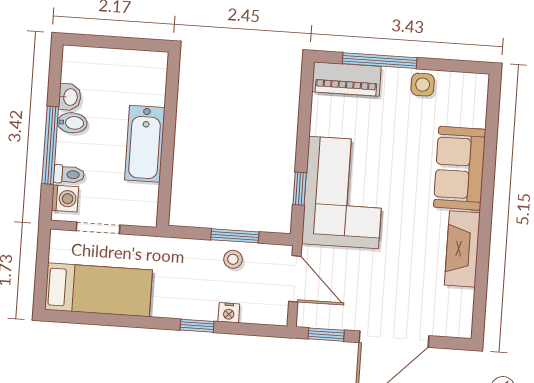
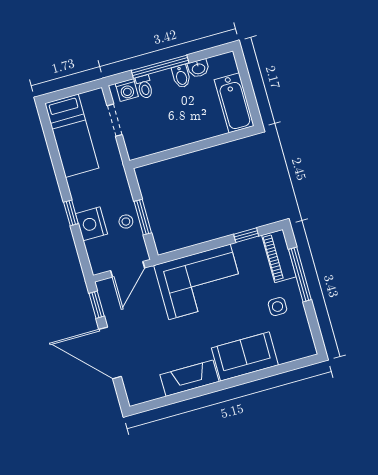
side table: (423, 85) -> (277, 307), moved
bathtub: (145, 144) -> (234, 103), moved, turned -90
window: (300, 189) -> (246, 235), moved
nightstand: (229, 313) -> (92, 224), width x1.89, depth x1.79

